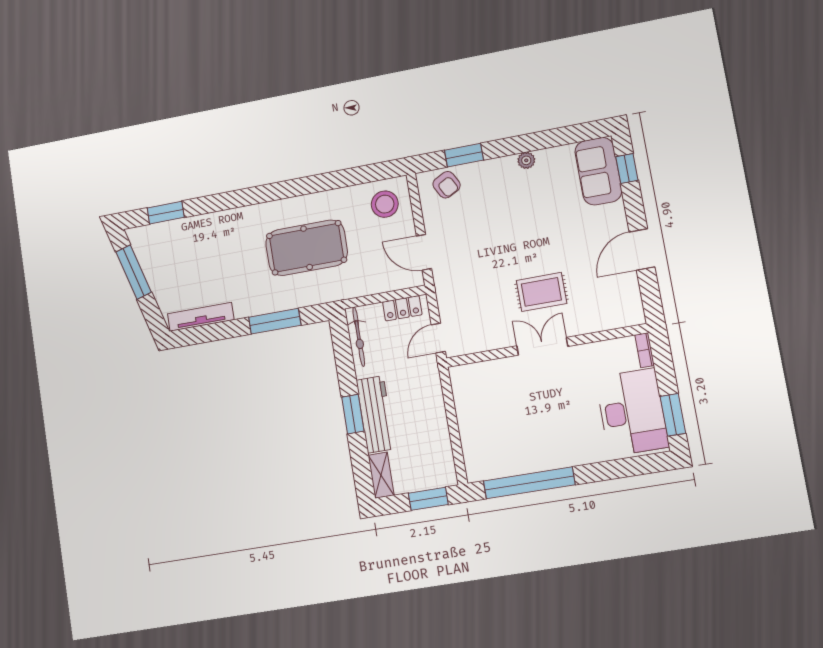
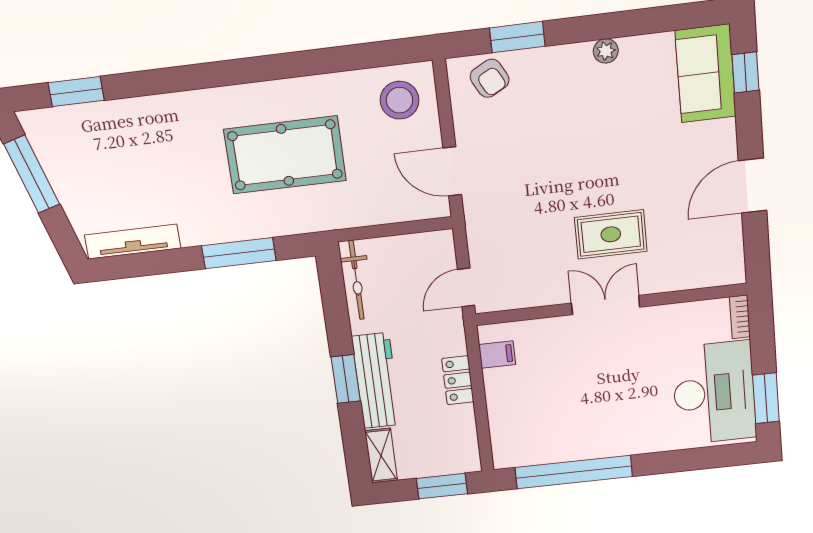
locker: (402, 308) -> (458, 380), moved, turned 90
filing cabinet: (464, 389) -> (497, 355), added

